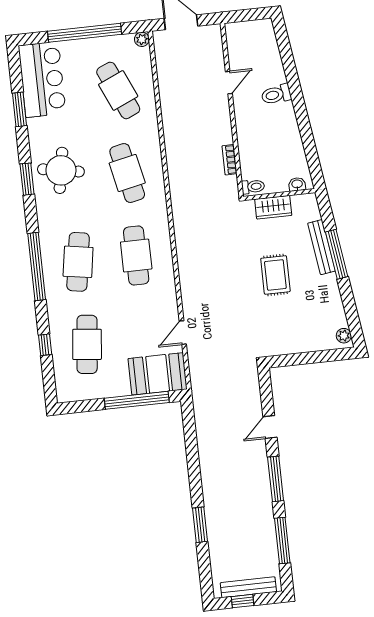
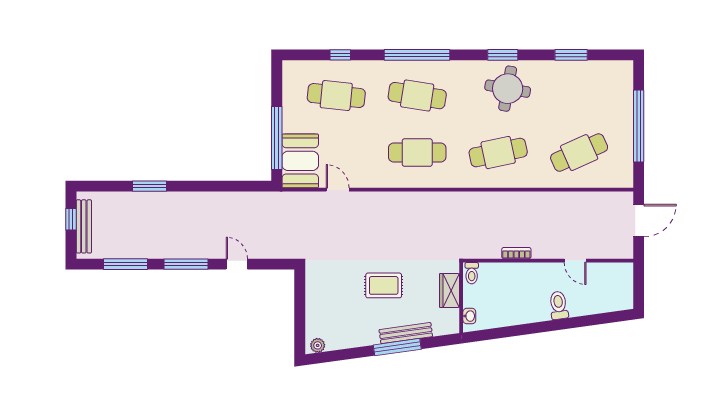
plant: (142, 39) -> (626, 181), removed
bar counter: (42, 79) -> (598, 80), removed
bookcase: (229, 160) -> (516, 253), moved

